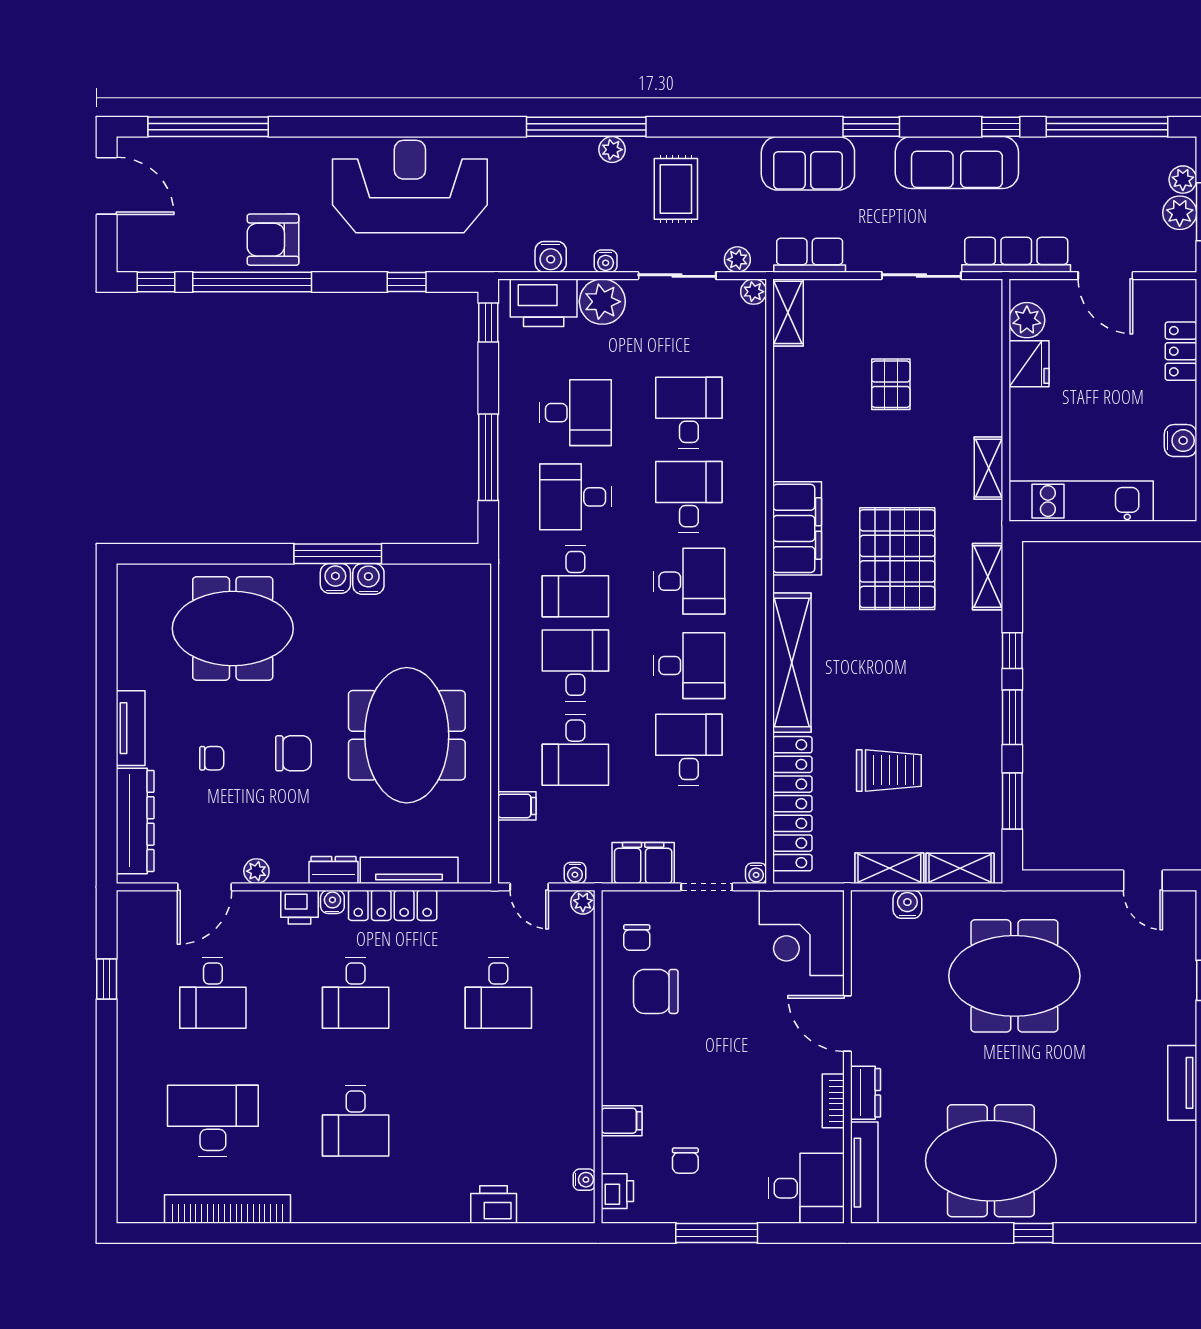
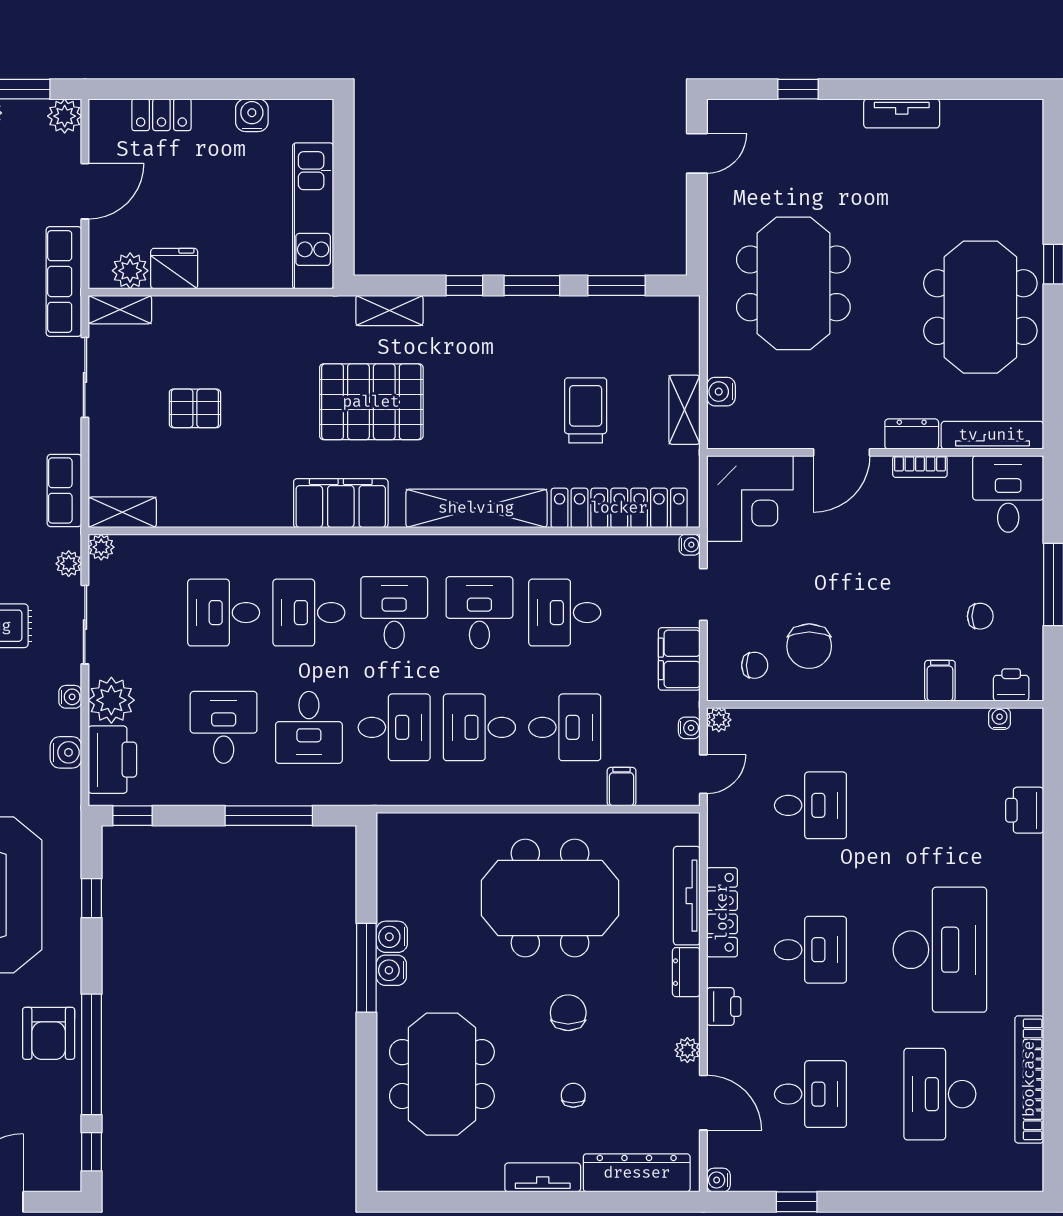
plant: (1180, 213) -> (65, 116), moved
shelving: (988, 468) -> (120, 310), moved
shelving: (960, 868) -> (685, 338), removed
water cooler: (332, 902) -> (718, 1180), moved
desk: (356, 1121) -> (940, 950), width x1.87, depth x1.30

